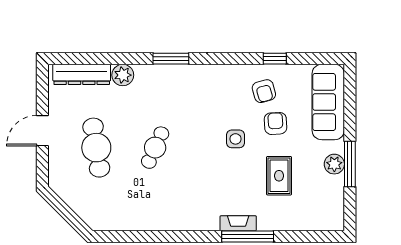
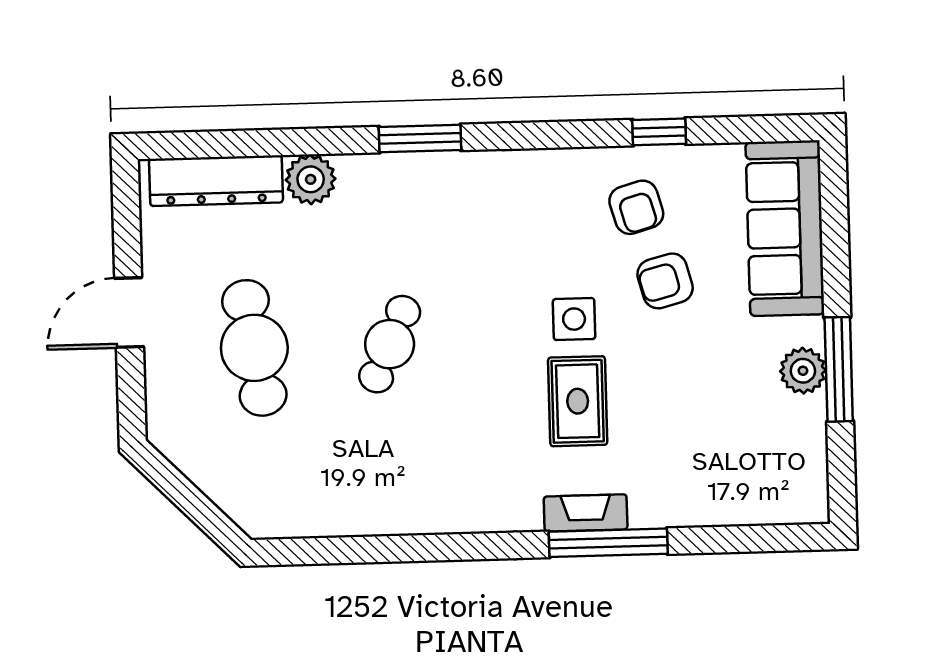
armchair: (275, 123) -> (665, 281), turned -102
rug: (279, 176) -> (578, 401), moved

